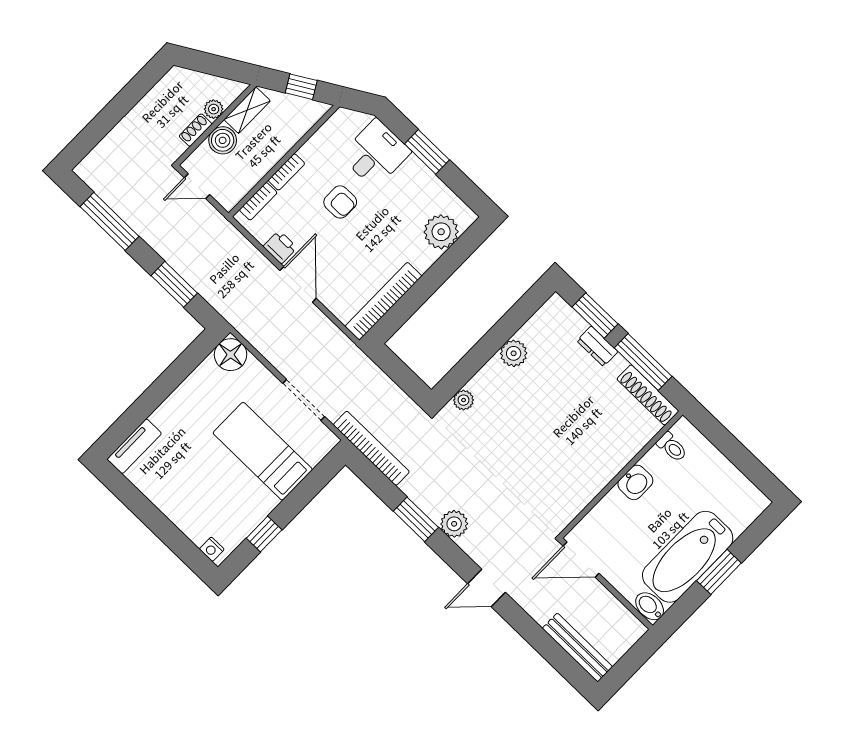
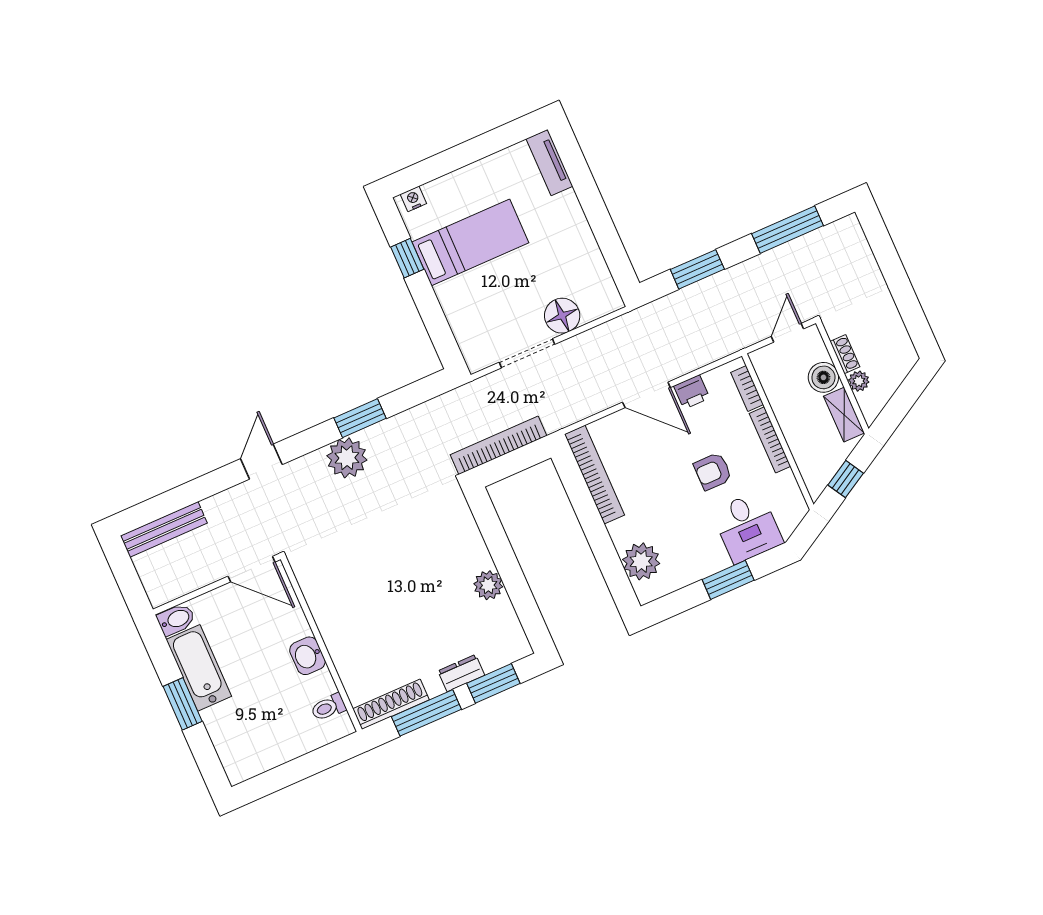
bookcase: (286, 172) -> (770, 440), width x1.56
floor lamp: (231, 355) -> (562, 316), moved
plant: (464, 400) -> (461, 515), removed
bookcase: (371, 448) -> (498, 445), moved, turned 180
bed: (263, 451) -> (470, 242), moved
plant: (454, 524) -> (347, 458), width x1.36, depth x1.36
bathtub: (688, 557) -> (199, 668), width x0.73, depth x0.73
door: (581, 560) -> (251, 569), swing flipped

